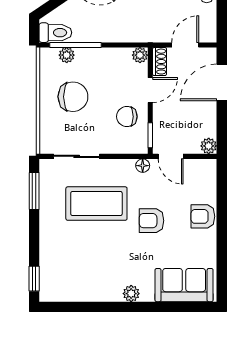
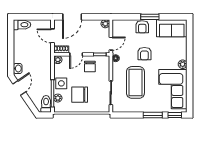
side table: (95, 62) -> (61, 83), added
door: (222, 82) -> (72, 17), hinge flipped
door: (150, 90) -> (76, 54), swing flipped
chair: (73, 97) -> (80, 95), turned -90
window: (34, 191) -> (153, 115), moved
window: (222, 231) -> (150, 17), added
corner sofa: (84, 275) -> (173, 89), added
sofa: (184, 285) -> (172, 28), moved, turned -90

